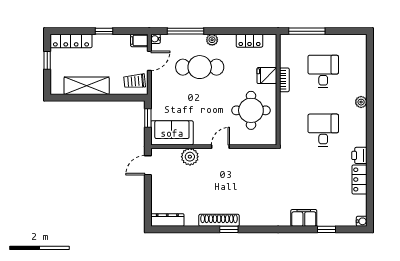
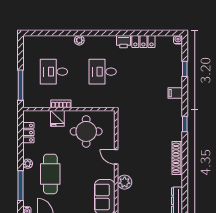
filing cabinet: (304, 218) -> (175, 93), width x0.50
window: (229, 229) -> (185, 124), moved

